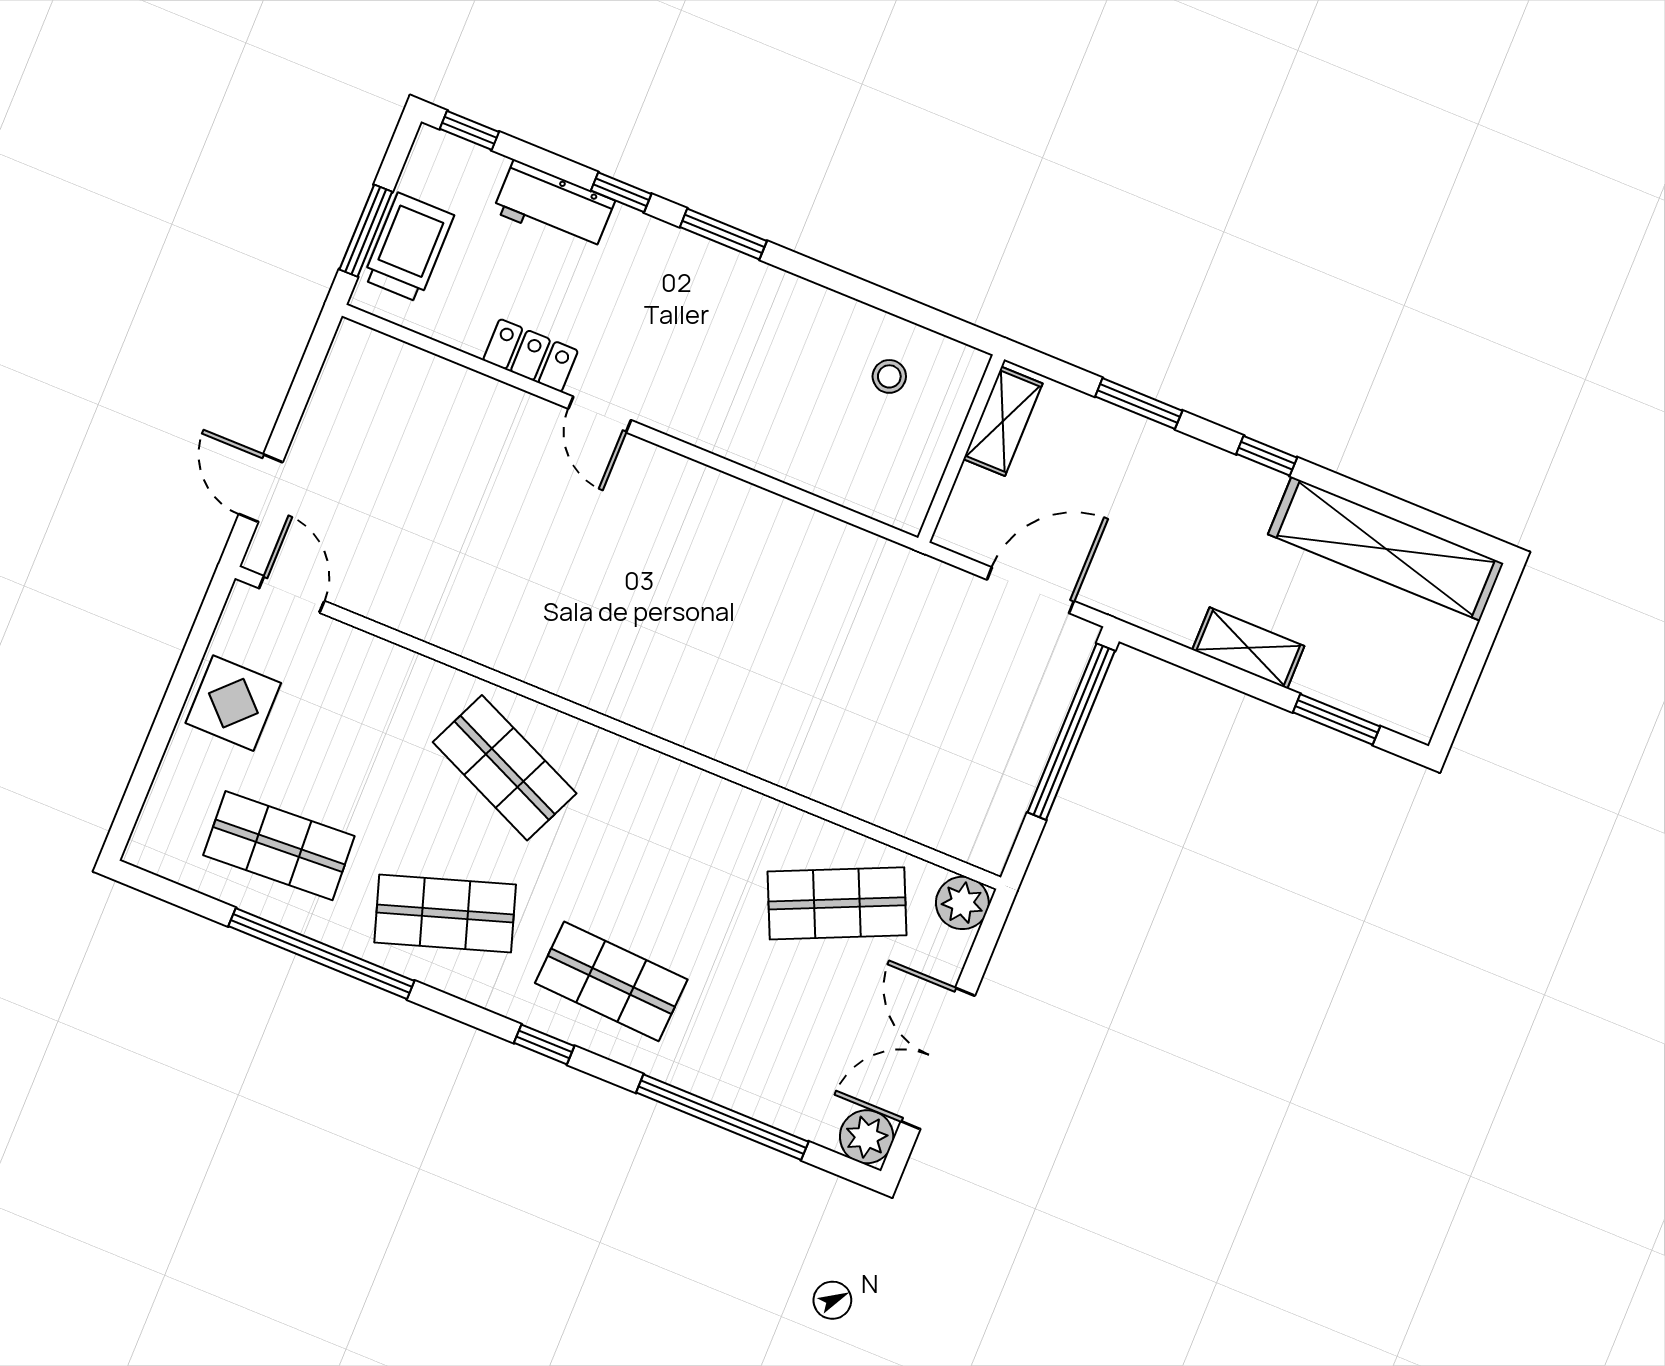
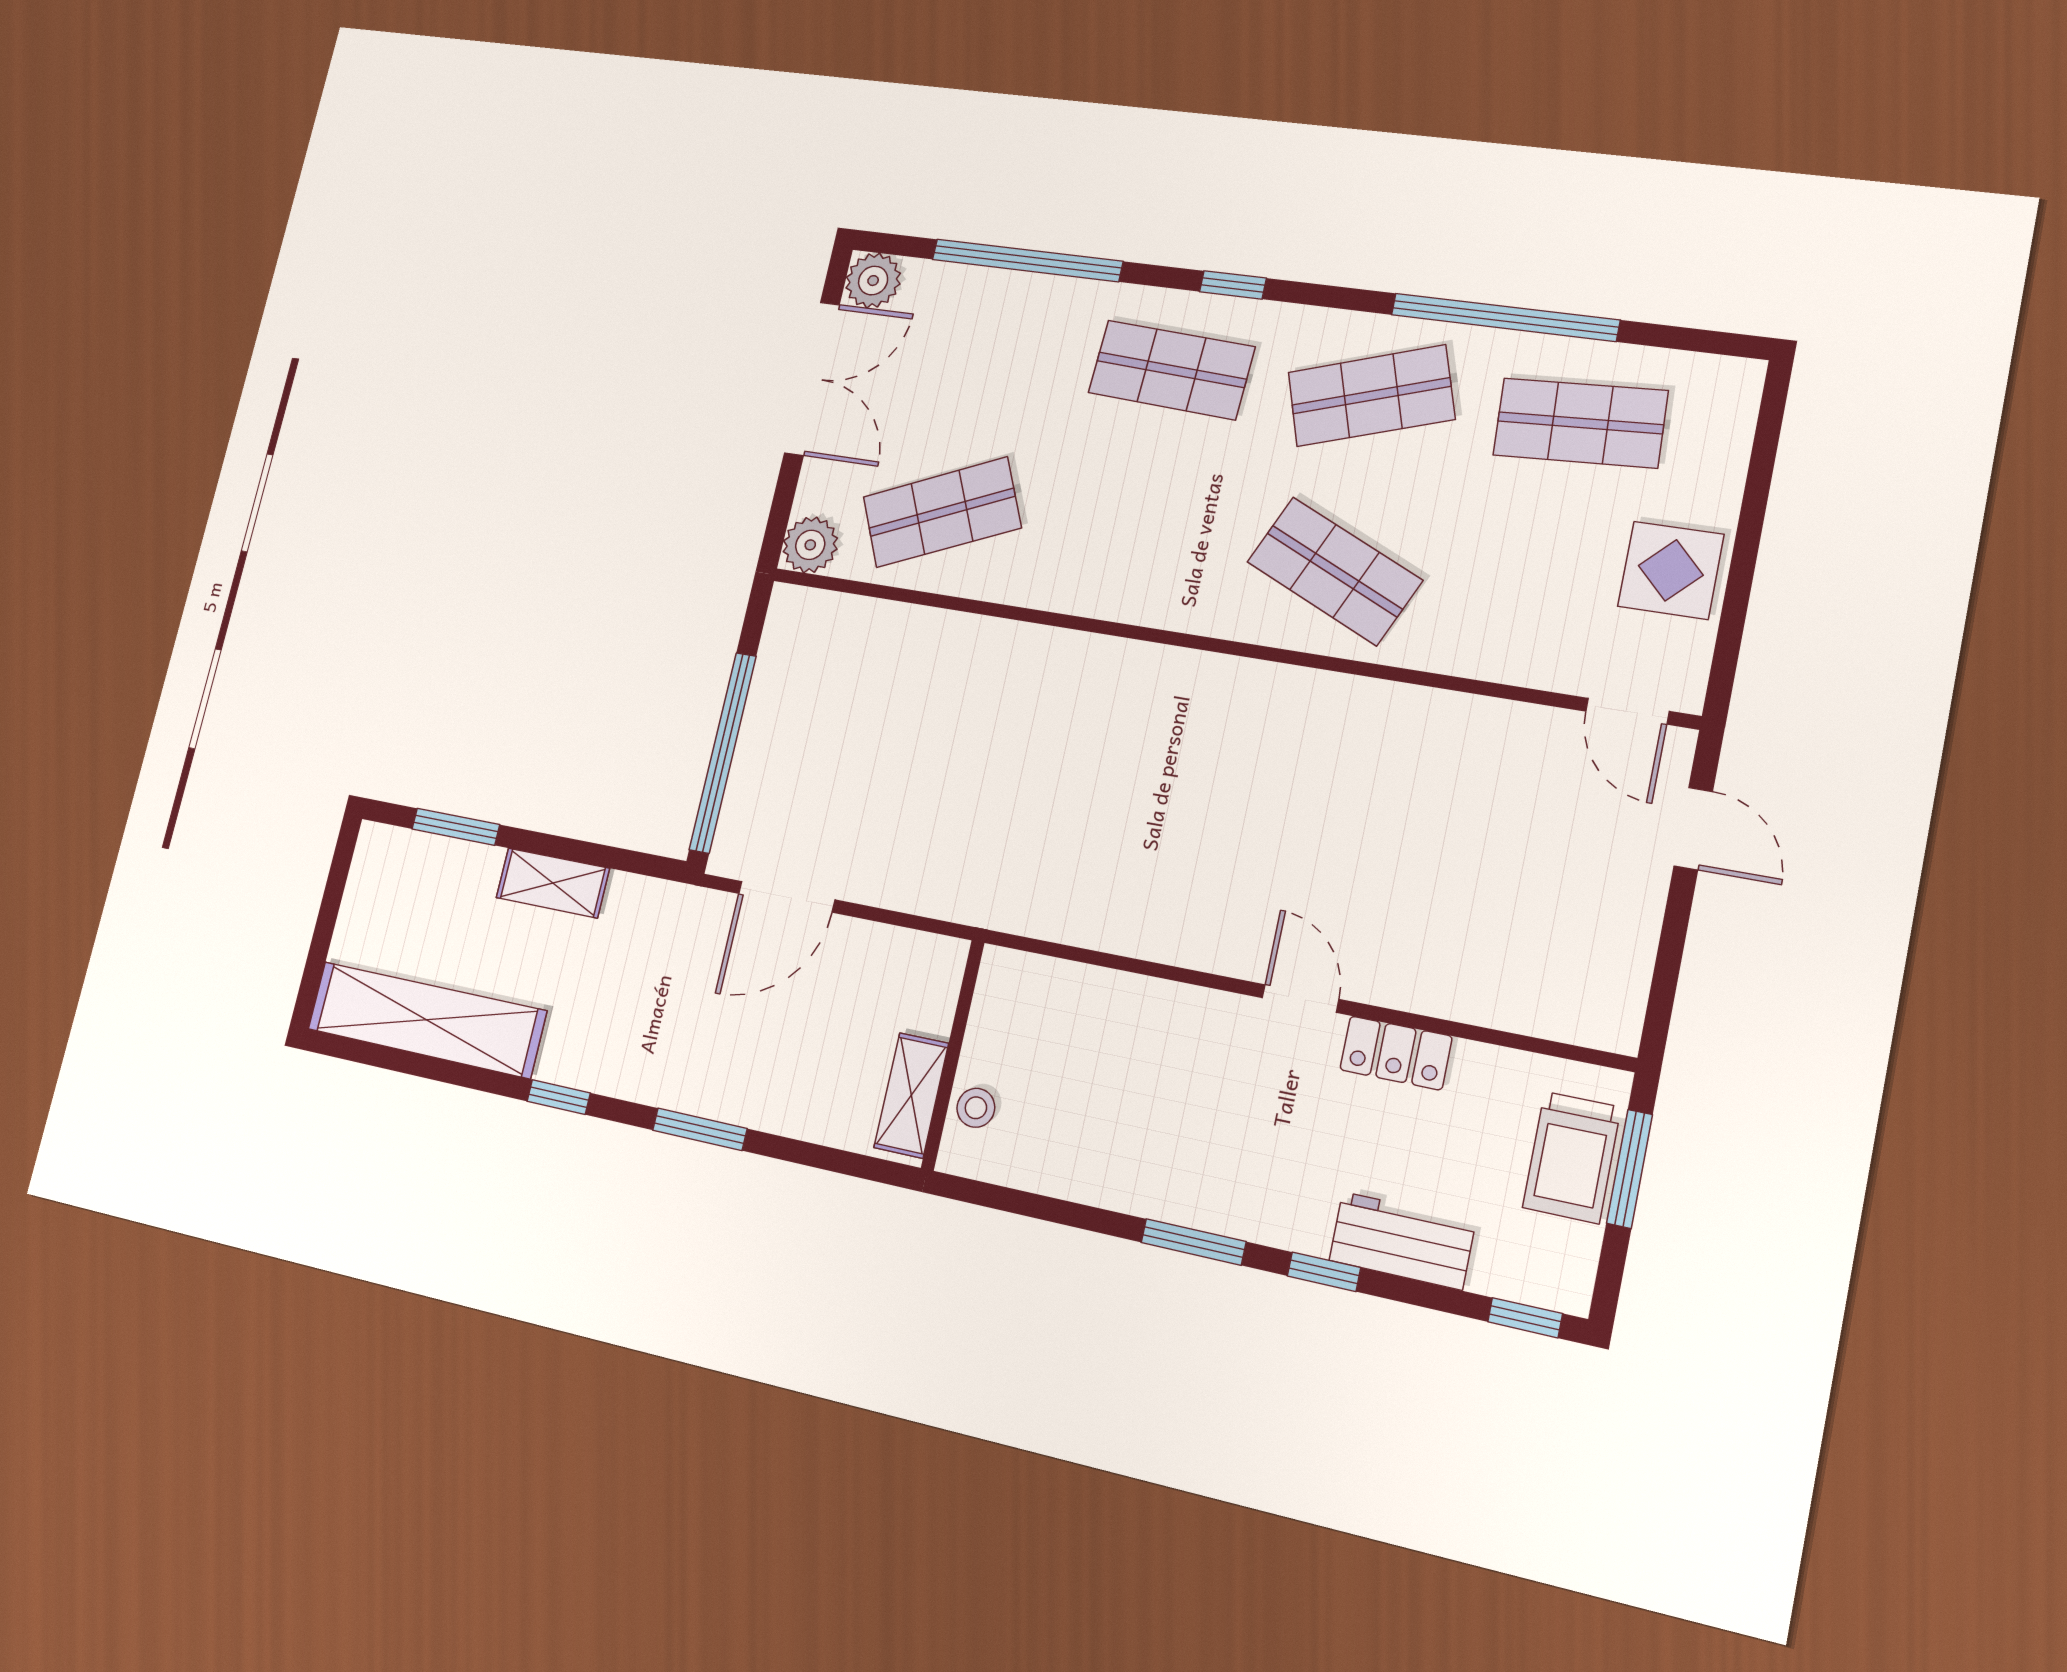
shelving: (1003, 421) -> (911, 1095), moved
wall: (961, 449) -> (953, 1055), moved

